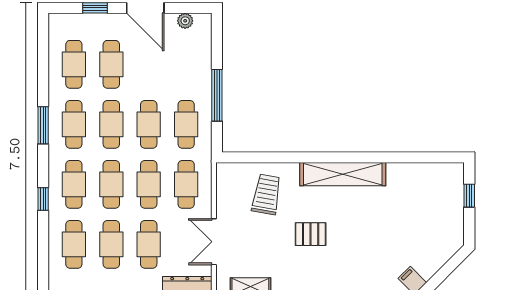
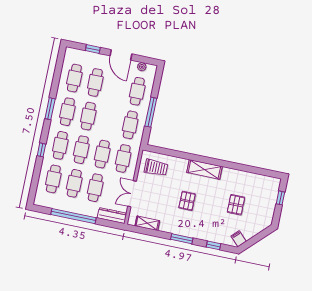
cafe table: (149, 124) -> (137, 91), moved
shelving: (343, 174) -> (204, 169), width x0.68
trolley: (266, 194) -> (156, 168), moved, turned 80
pallet: (396, 223) -> (236, 205), added
pallet: (311, 234) -> (187, 201), turned 90

